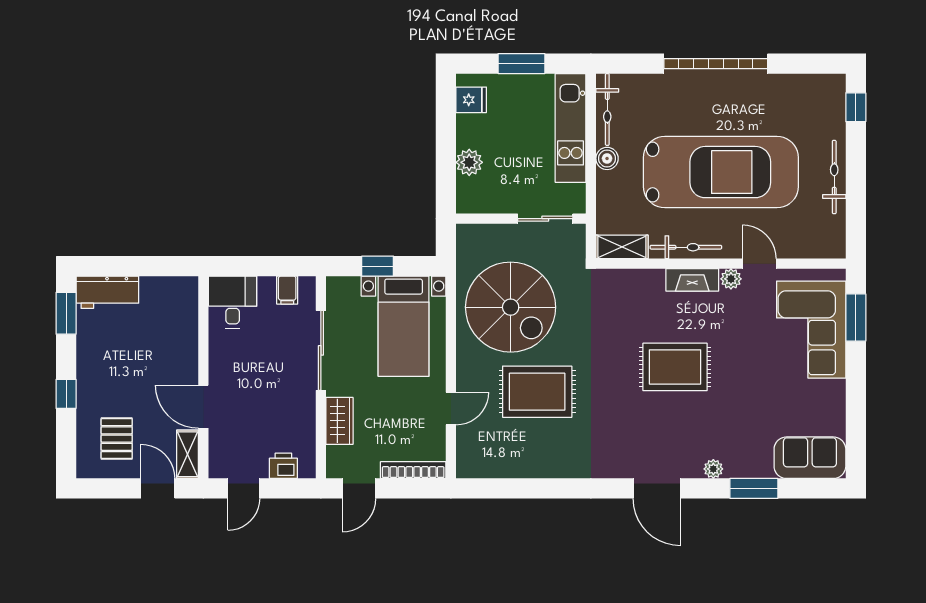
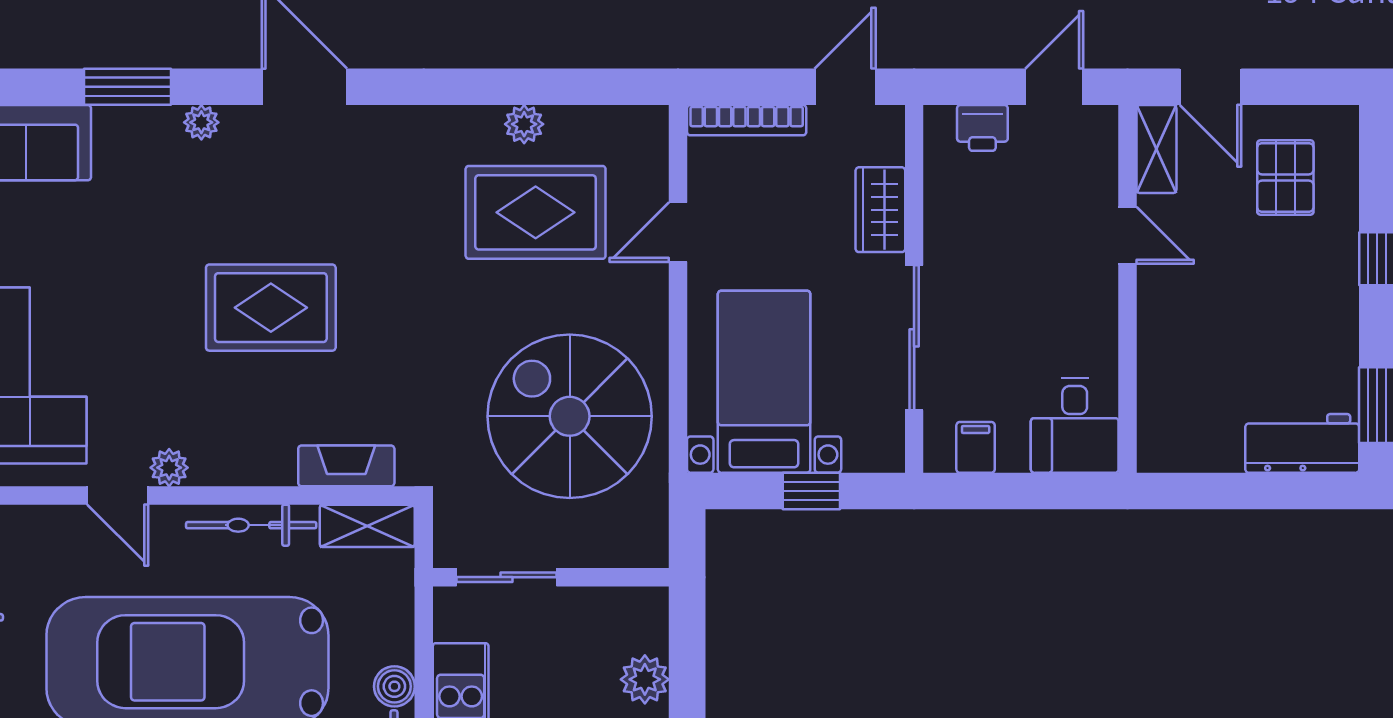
fireplace: (692, 280) -> (346, 466), moved
rug: (537, 392) -> (536, 212), moved
door: (203, 407) -> (1128, 235), width x0.73
plant: (536, 468) -> (524, 124), added

